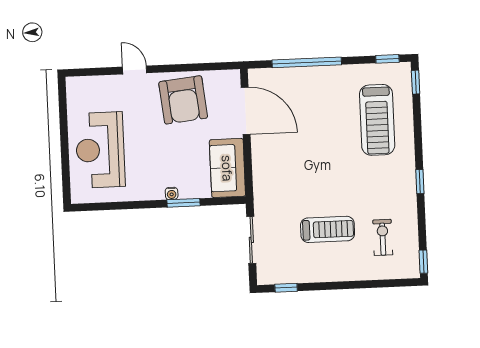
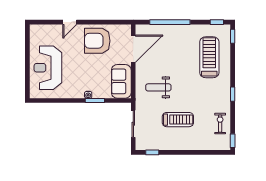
door: (135, 70) -> (70, 22), swing flipped
armchair: (183, 100) -> (97, 41), turned 96
door: (246, 111) -> (133, 49), hinge flipped
treadmill: (377, 120) -> (209, 57), turned 180
weight bench: (292, 176) -> (158, 87), added
exercise bike: (383, 237) -> (220, 124), moved

